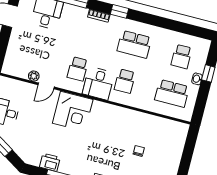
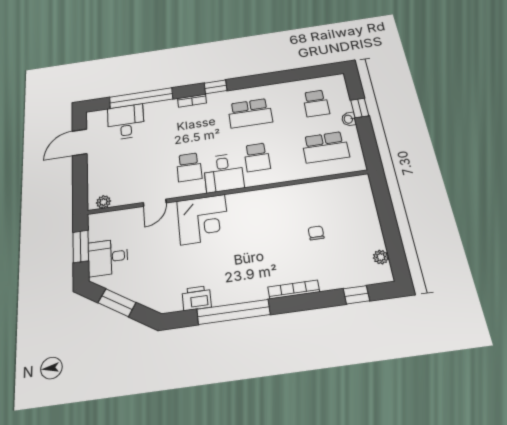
plant: (34, 76) -> (103, 202), moved

